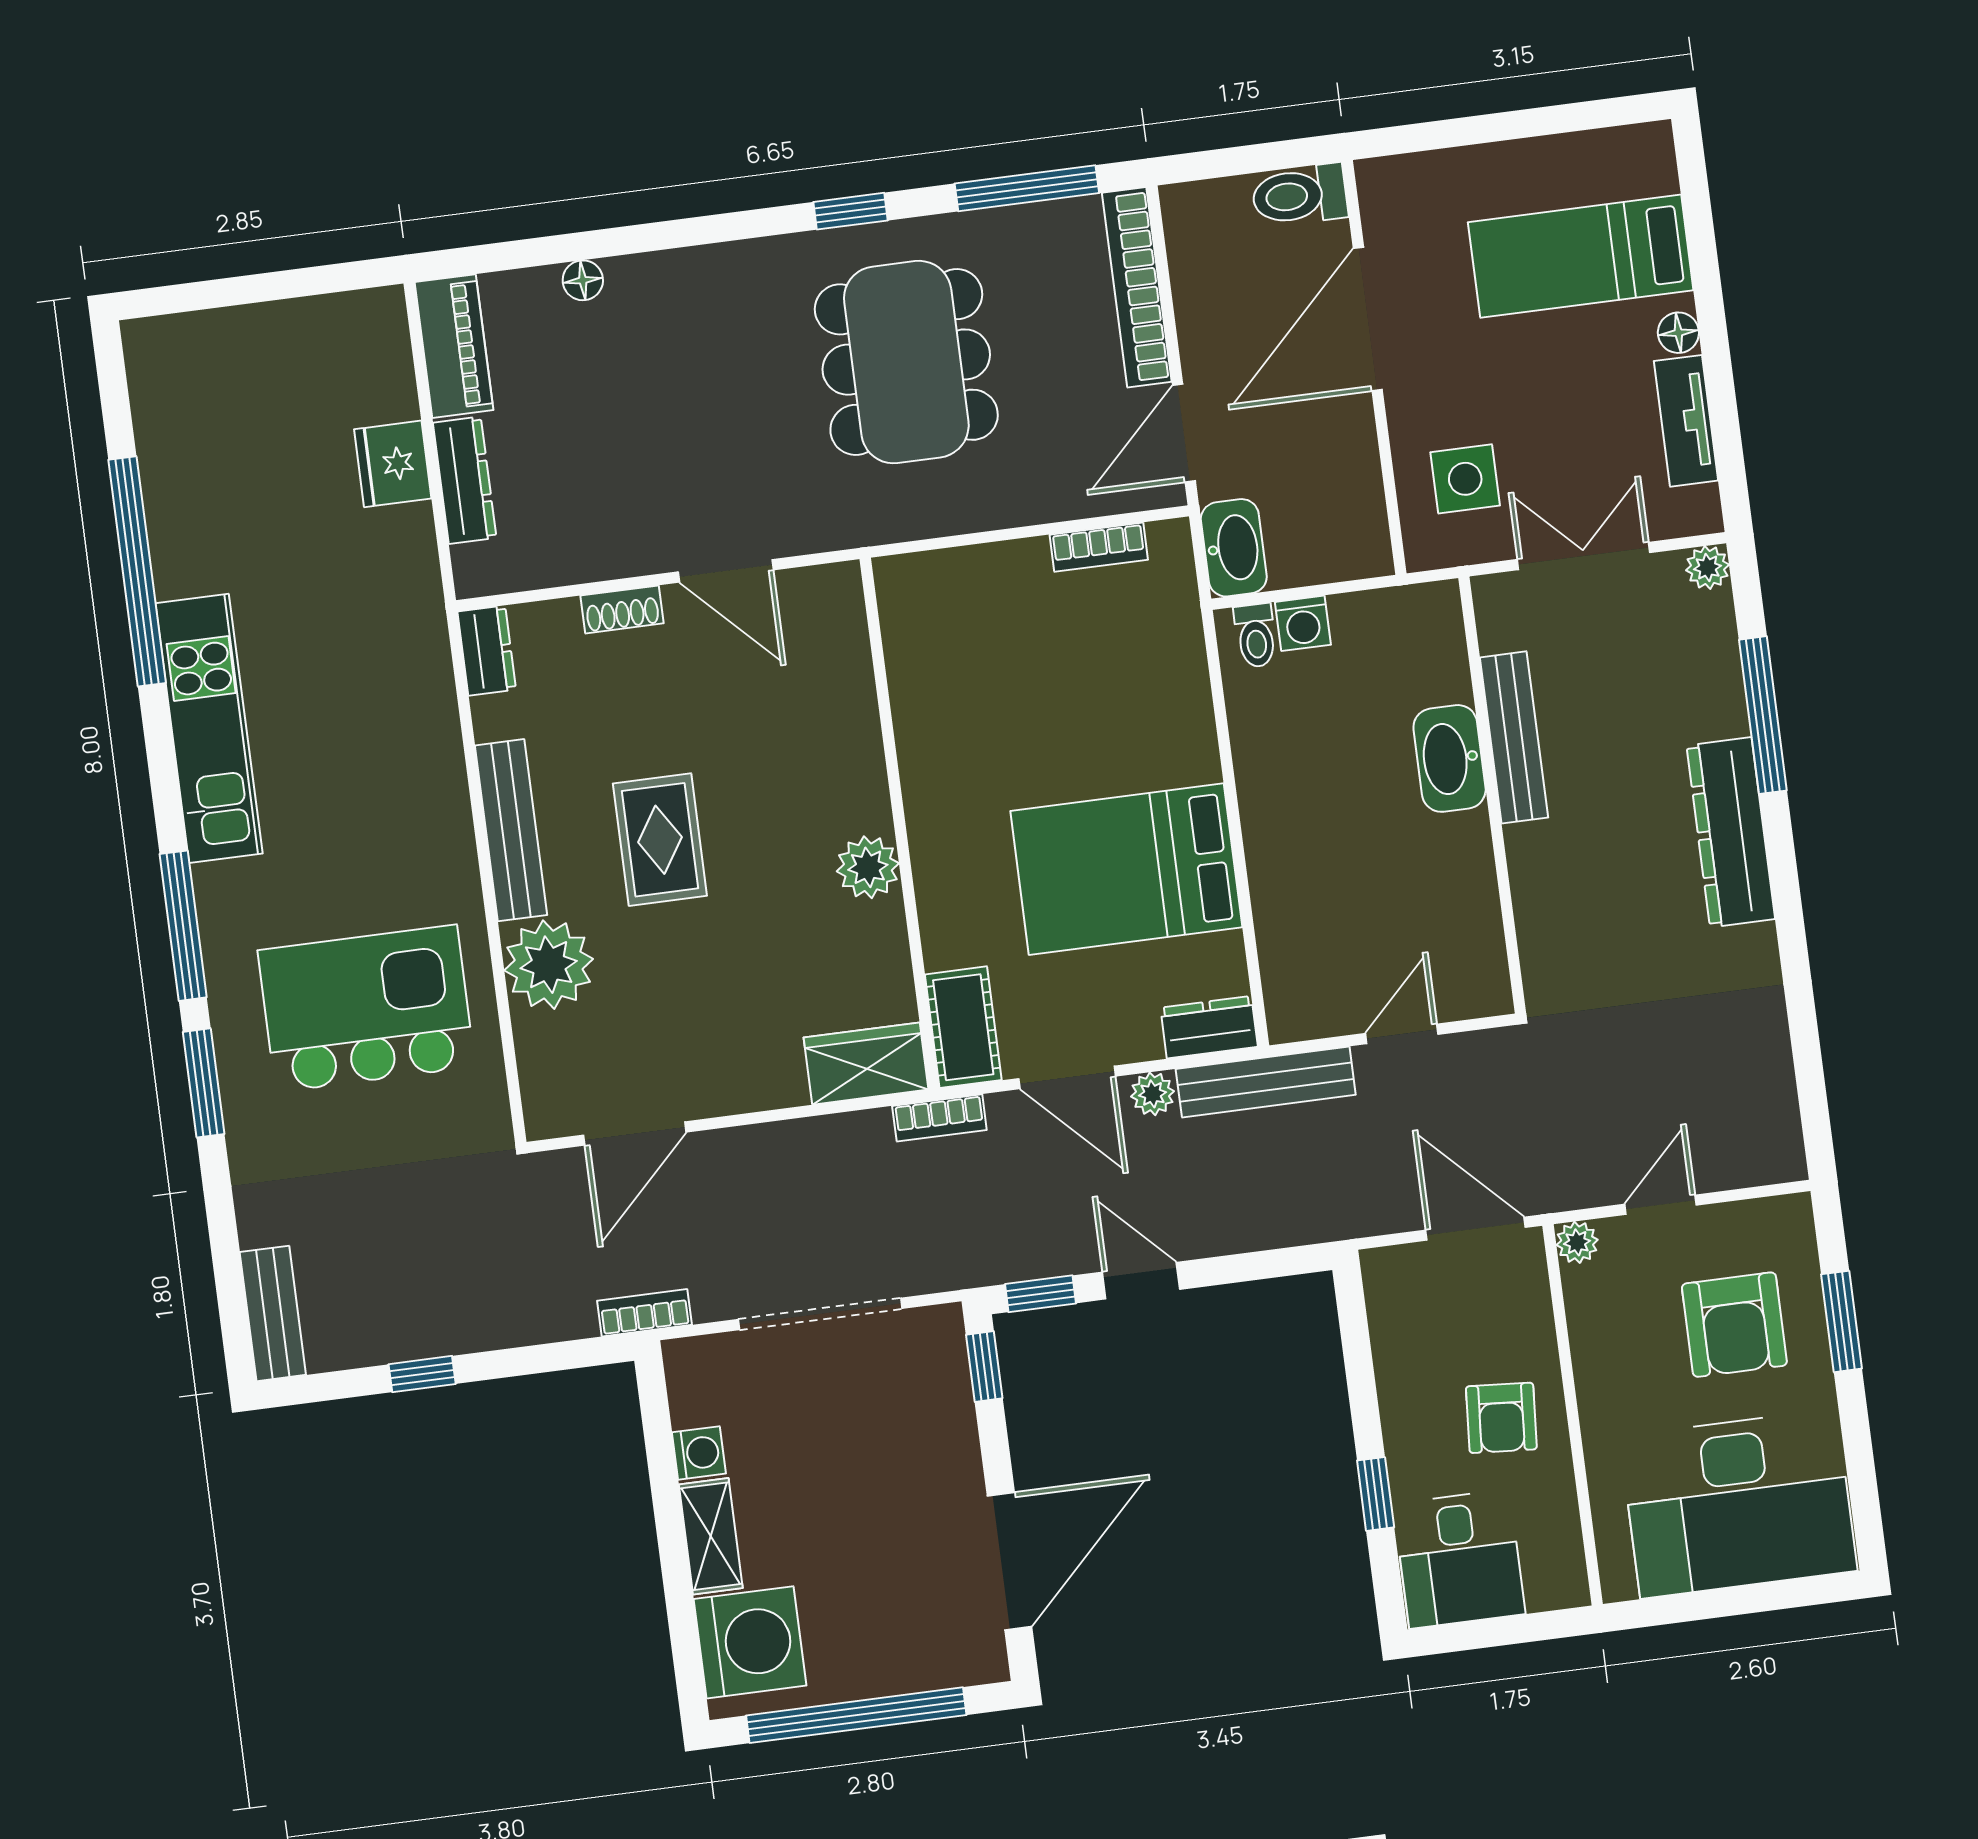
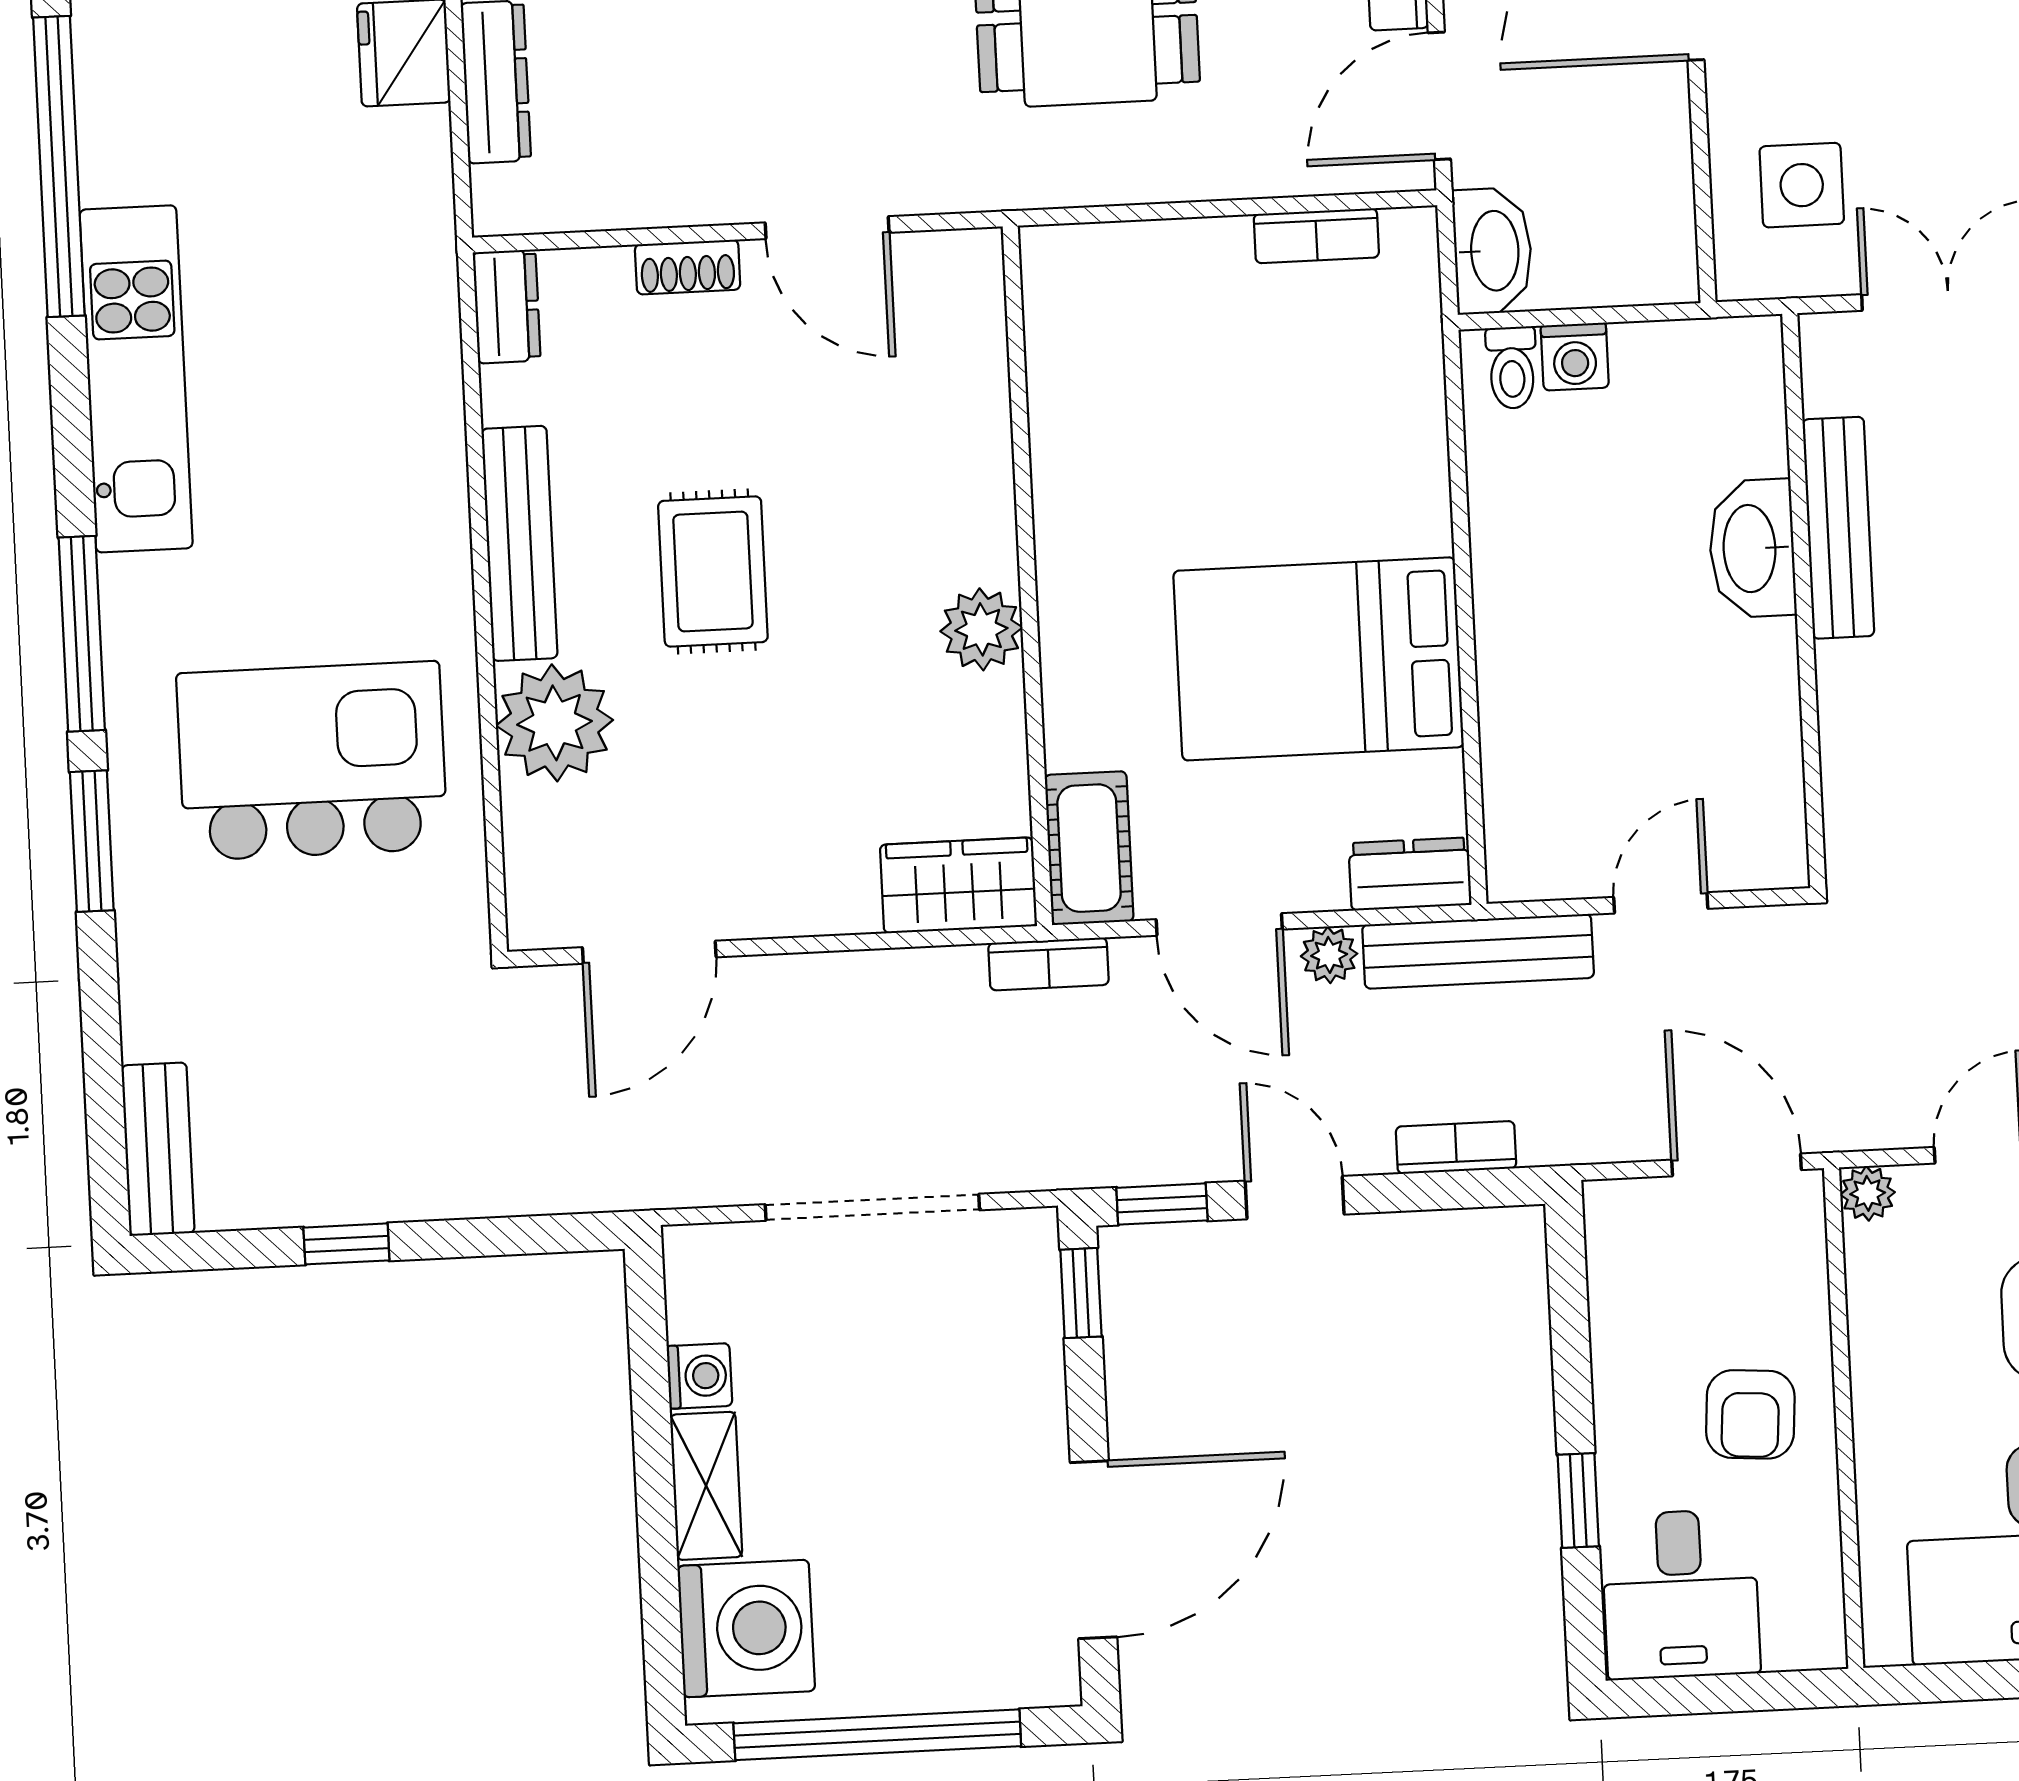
bookcase: (645, 1313) -> (1456, 1147), moved

